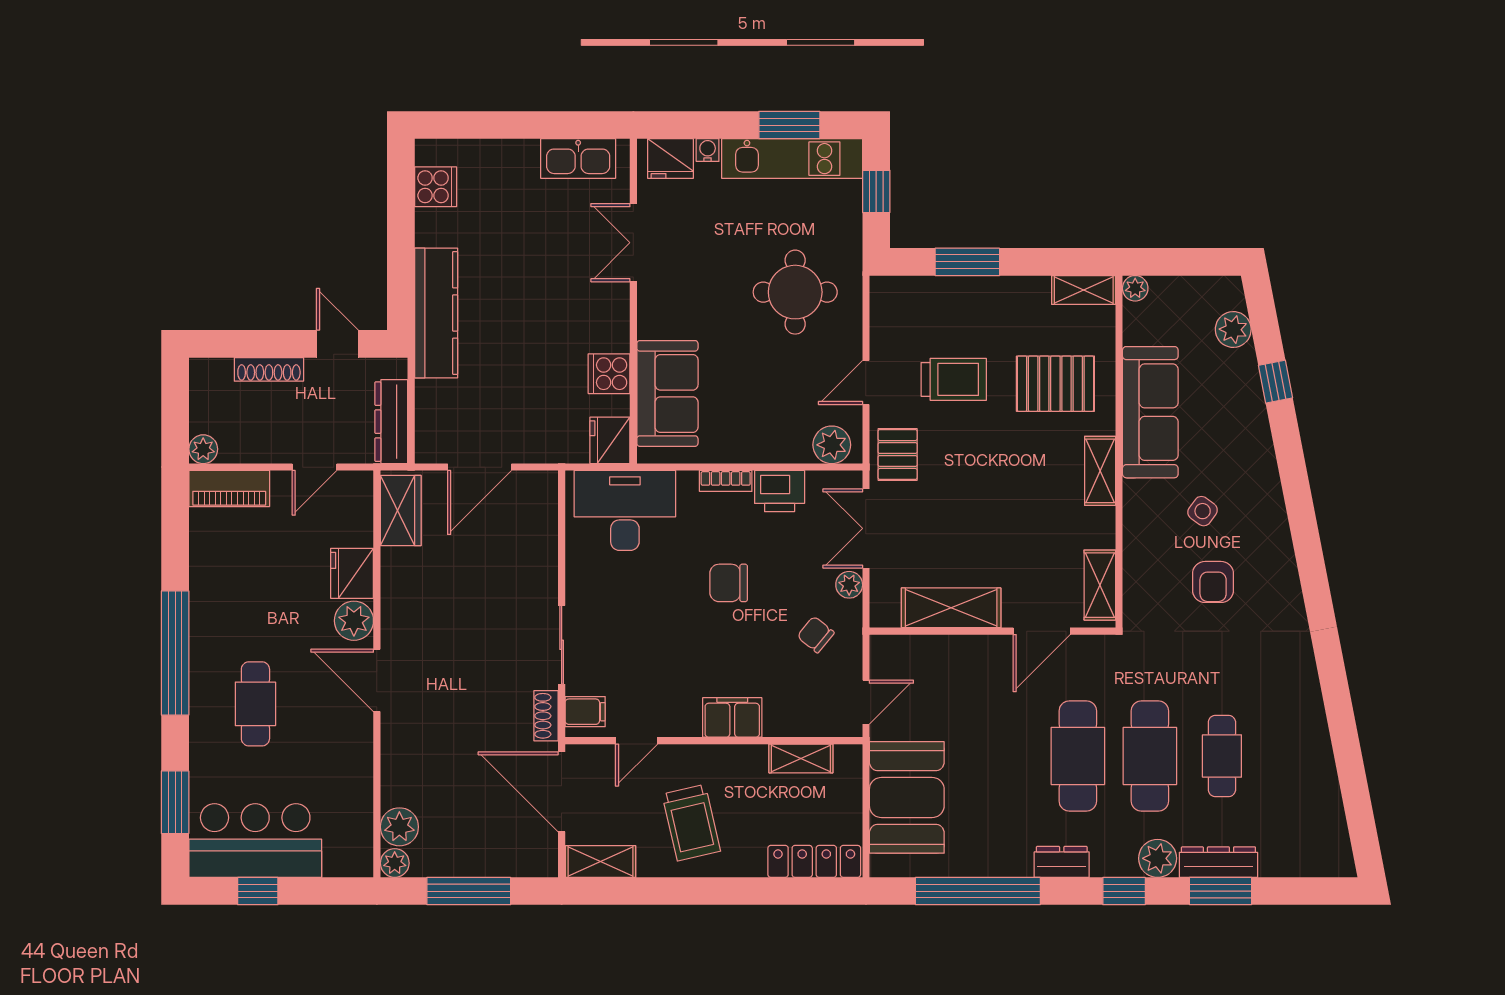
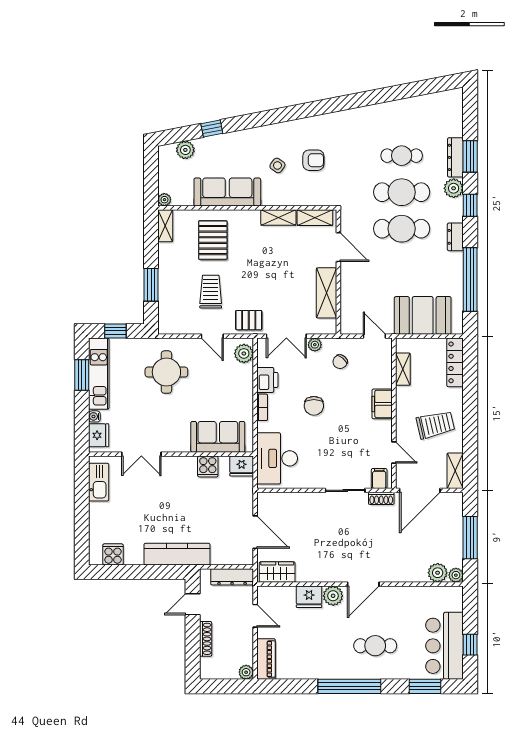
shelving: (1100, 471) -> (278, 217), moved

